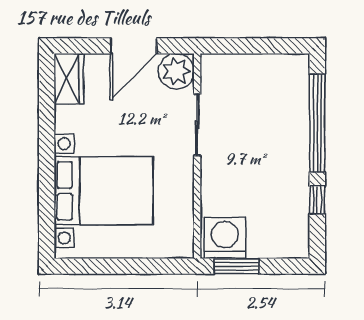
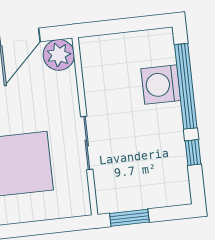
sliding door: (197, 125) -> (87, 143), moved
washing machine: (225, 238) -> (161, 85), moved, turned -90

